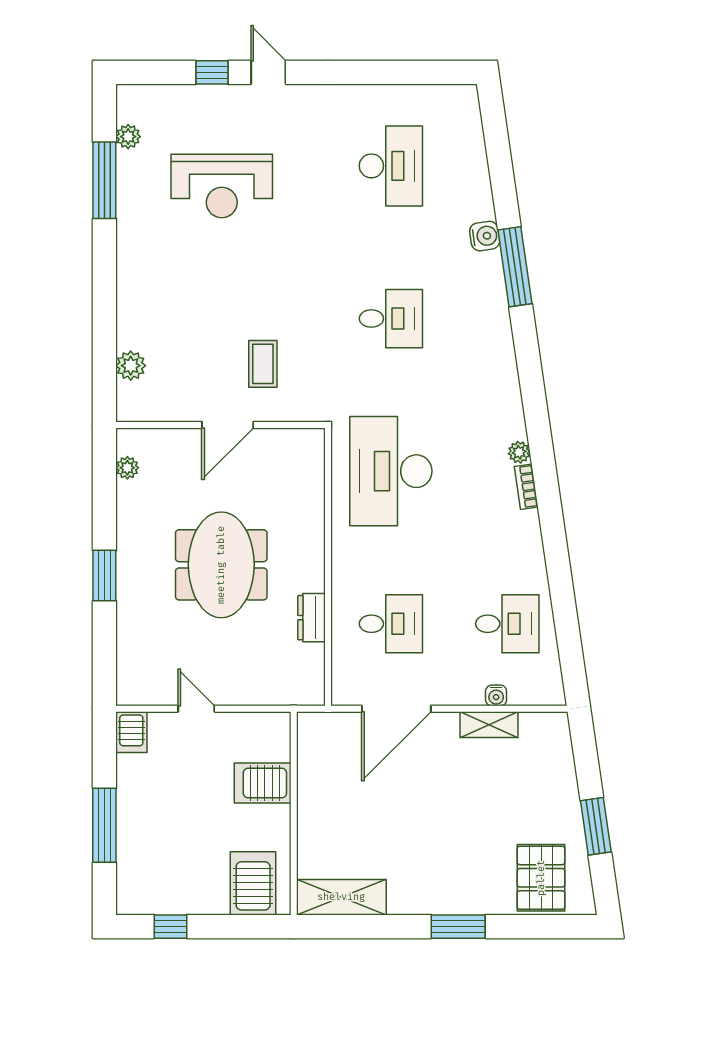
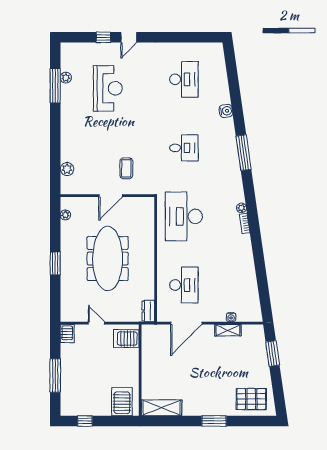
door: (268, 72) -> (129, 37), swing flipped
plant: (128, 137) -> (66, 78), moved
reception desk: (222, 186) -> (108, 88), turned -90
window: (515, 267) -> (244, 153), moved
meeting table: (221, 565) -> (108, 259), width x1.36
dresser: (312, 618) -> (148, 311), moved
desk: (391, 624) -> (184, 285), width x1.37
desk: (507, 624) -> (236, 285), removed
server rack: (263, 783) -> (126, 339), moved
window: (596, 826) -> (273, 353), moved
pallet: (541, 878) -> (251, 399), turned 90

